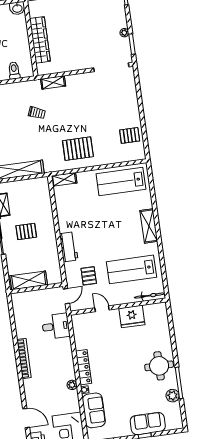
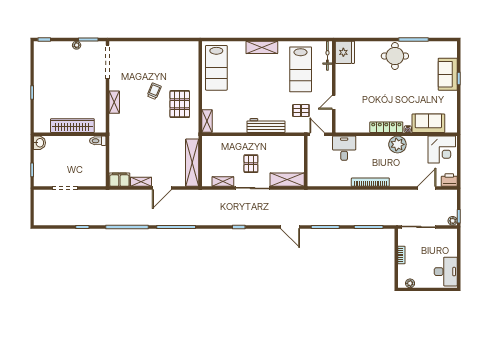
toilet: (14, 70) -> (98, 141), moved
shelving: (53, 83) -> (114, 102), moved
trolley: (37, 113) -> (154, 91), moved
pallet: (130, 135) -> (174, 54), removed
workbench: (69, 247) -> (266, 126), width x1.38
shelving: (29, 280) -> (287, 180), moved, turned 90
fridge: (132, 316) -> (345, 52), moved
plant: (72, 385) -> (397, 144), width x1.88, depth x1.88
plant: (173, 396) -> (425, 47), removed

